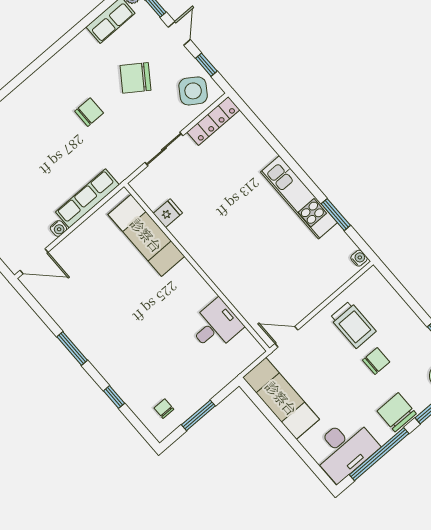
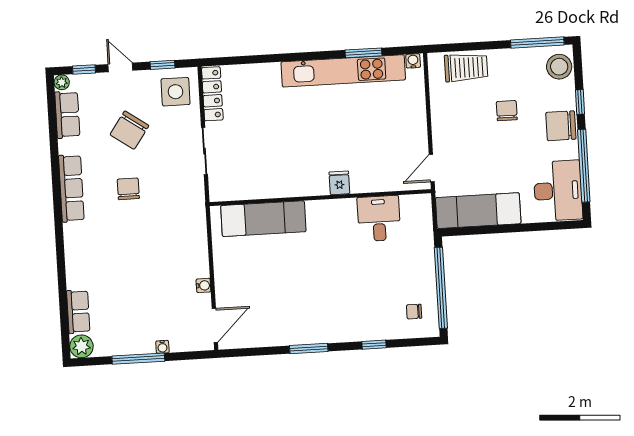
side table: (193, 91) -> (176, 92), turned -34
kitchen unit: (299, 197) -> (343, 71), width x1.36
row of seats: (87, 198) -> (71, 188), moved, turned 180
fridge: (168, 213) -> (339, 183), moved
trolley: (353, 325) -> (466, 67), moved
window: (198, 415) -> (441, 288), width x2.11

